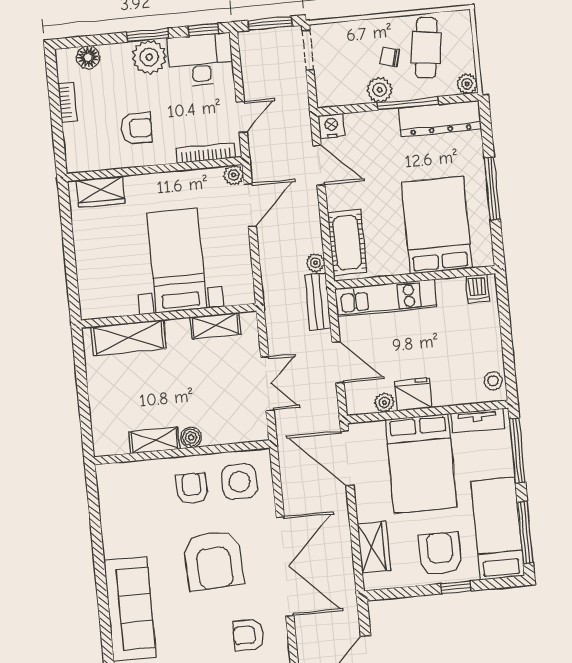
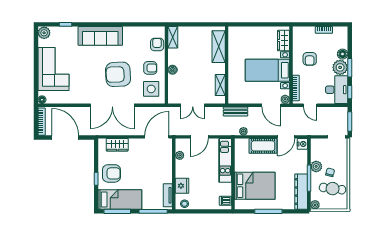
floor lamp: (88, 57) -> (343, 54), moved
cot: (347, 243) -> (263, 146), moved
bed with nightstands: (177, 261) -> (267, 70), moved, turned 180
bench: (318, 302) -> (236, 111), moved
fridge: (413, 394) -> (182, 186), moved
shelving: (154, 440) -> (173, 37), moved
bed: (421, 463) -> (152, 169), removed
armchair: (248, 635) -> (157, 44), moved

